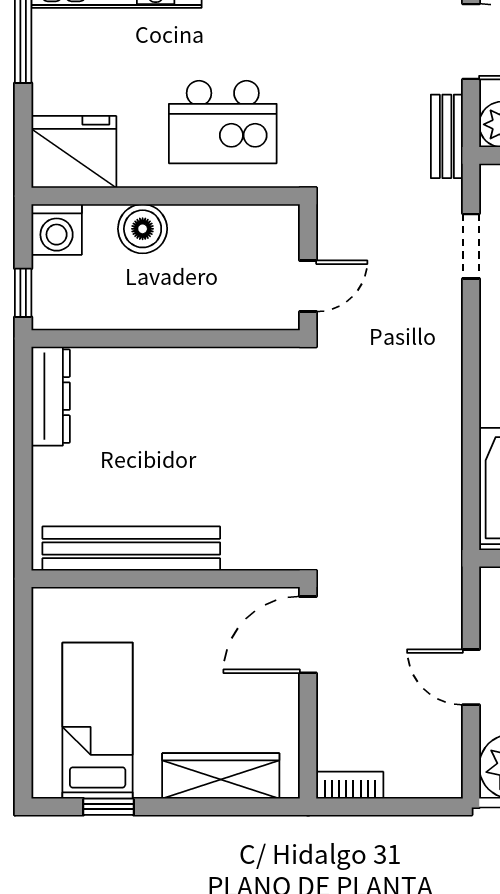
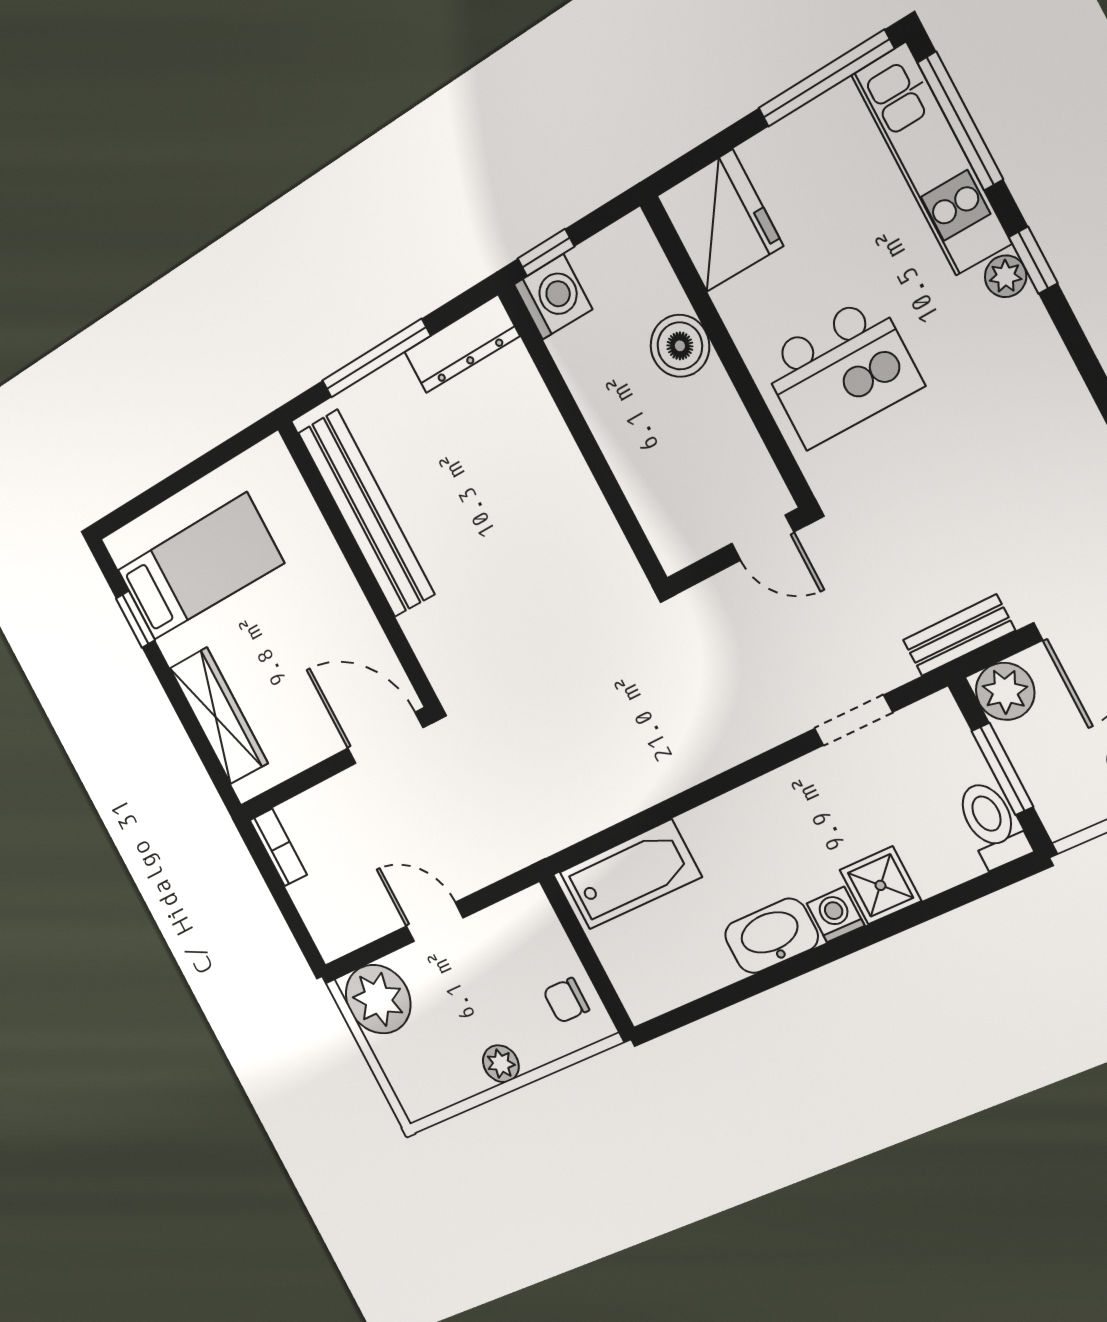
kitchen island: (223, 122) -> (841, 372), turned -90
washing machine: (57, 229) -> (553, 297), moved, turned 180
door: (308, 286) -> (763, 538), moved
window: (23, 472) -> (376, 358), added
door: (471, 677) -> (435, 922), hinge flipped

